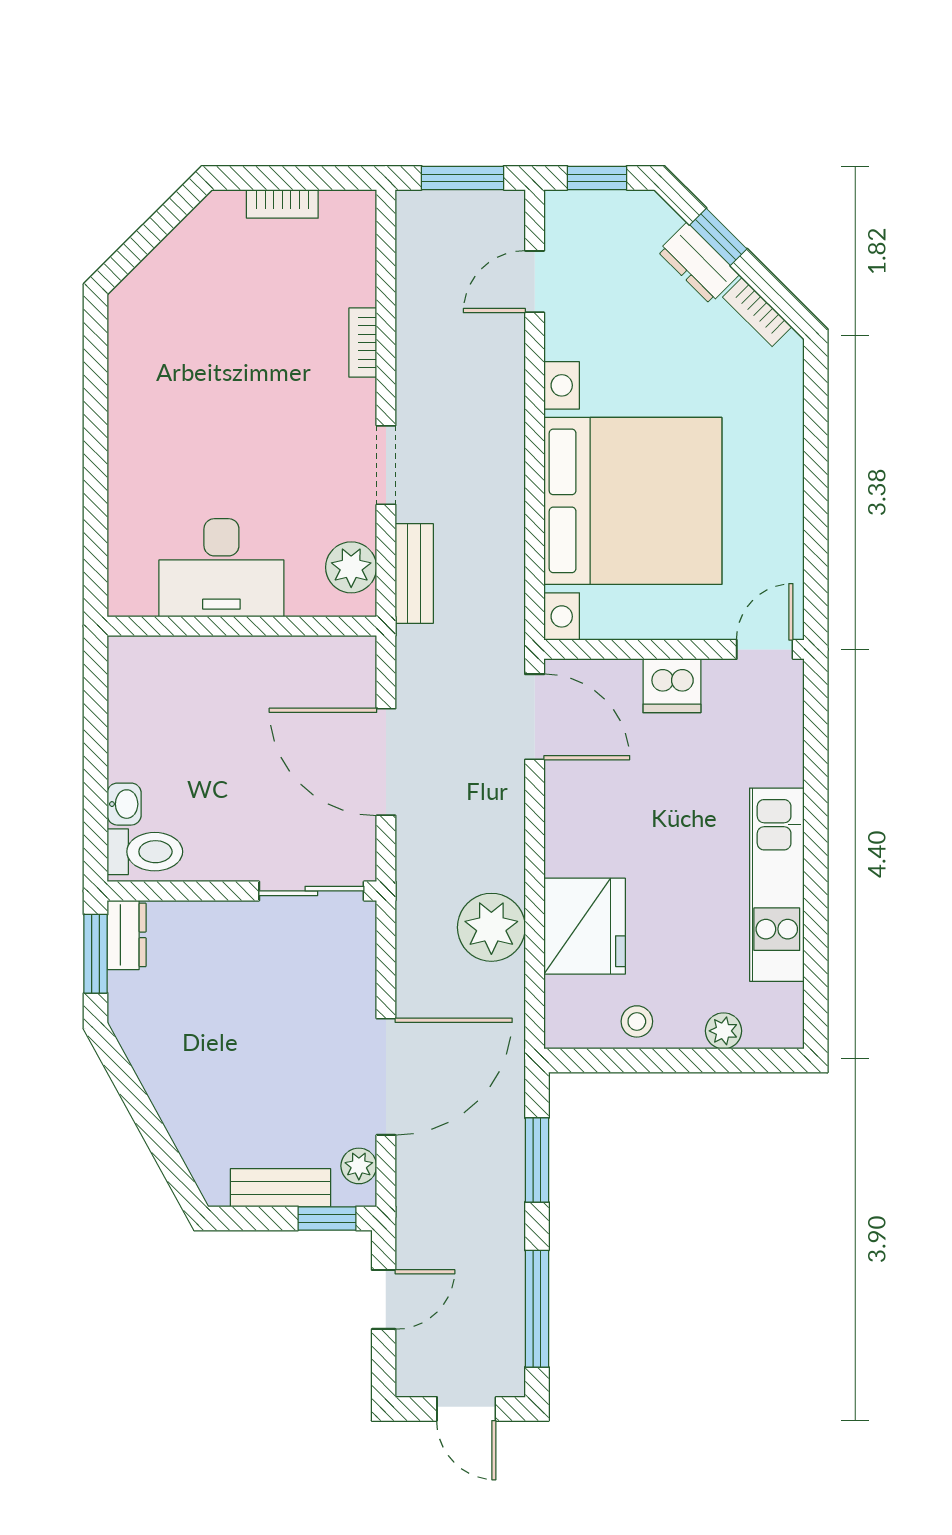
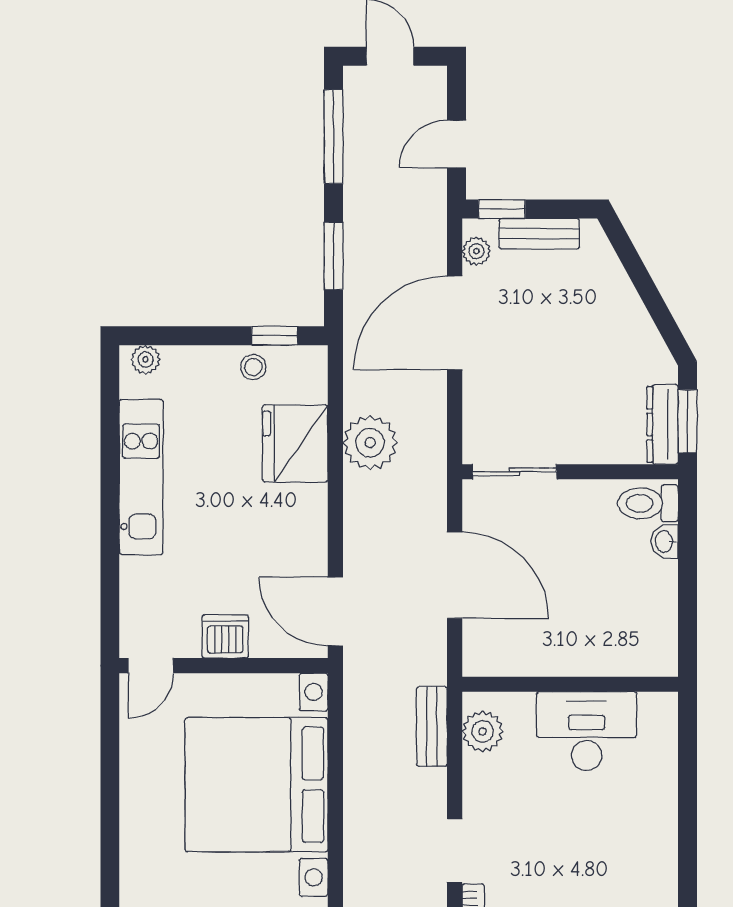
doorway: (386, 465) -> (455, 851), moved
dresser: (127, 935) -> (663, 424), width x1.44
plant: (724, 1031) -> (145, 360), moved
window: (610, 1061) -> (275, 336), added

